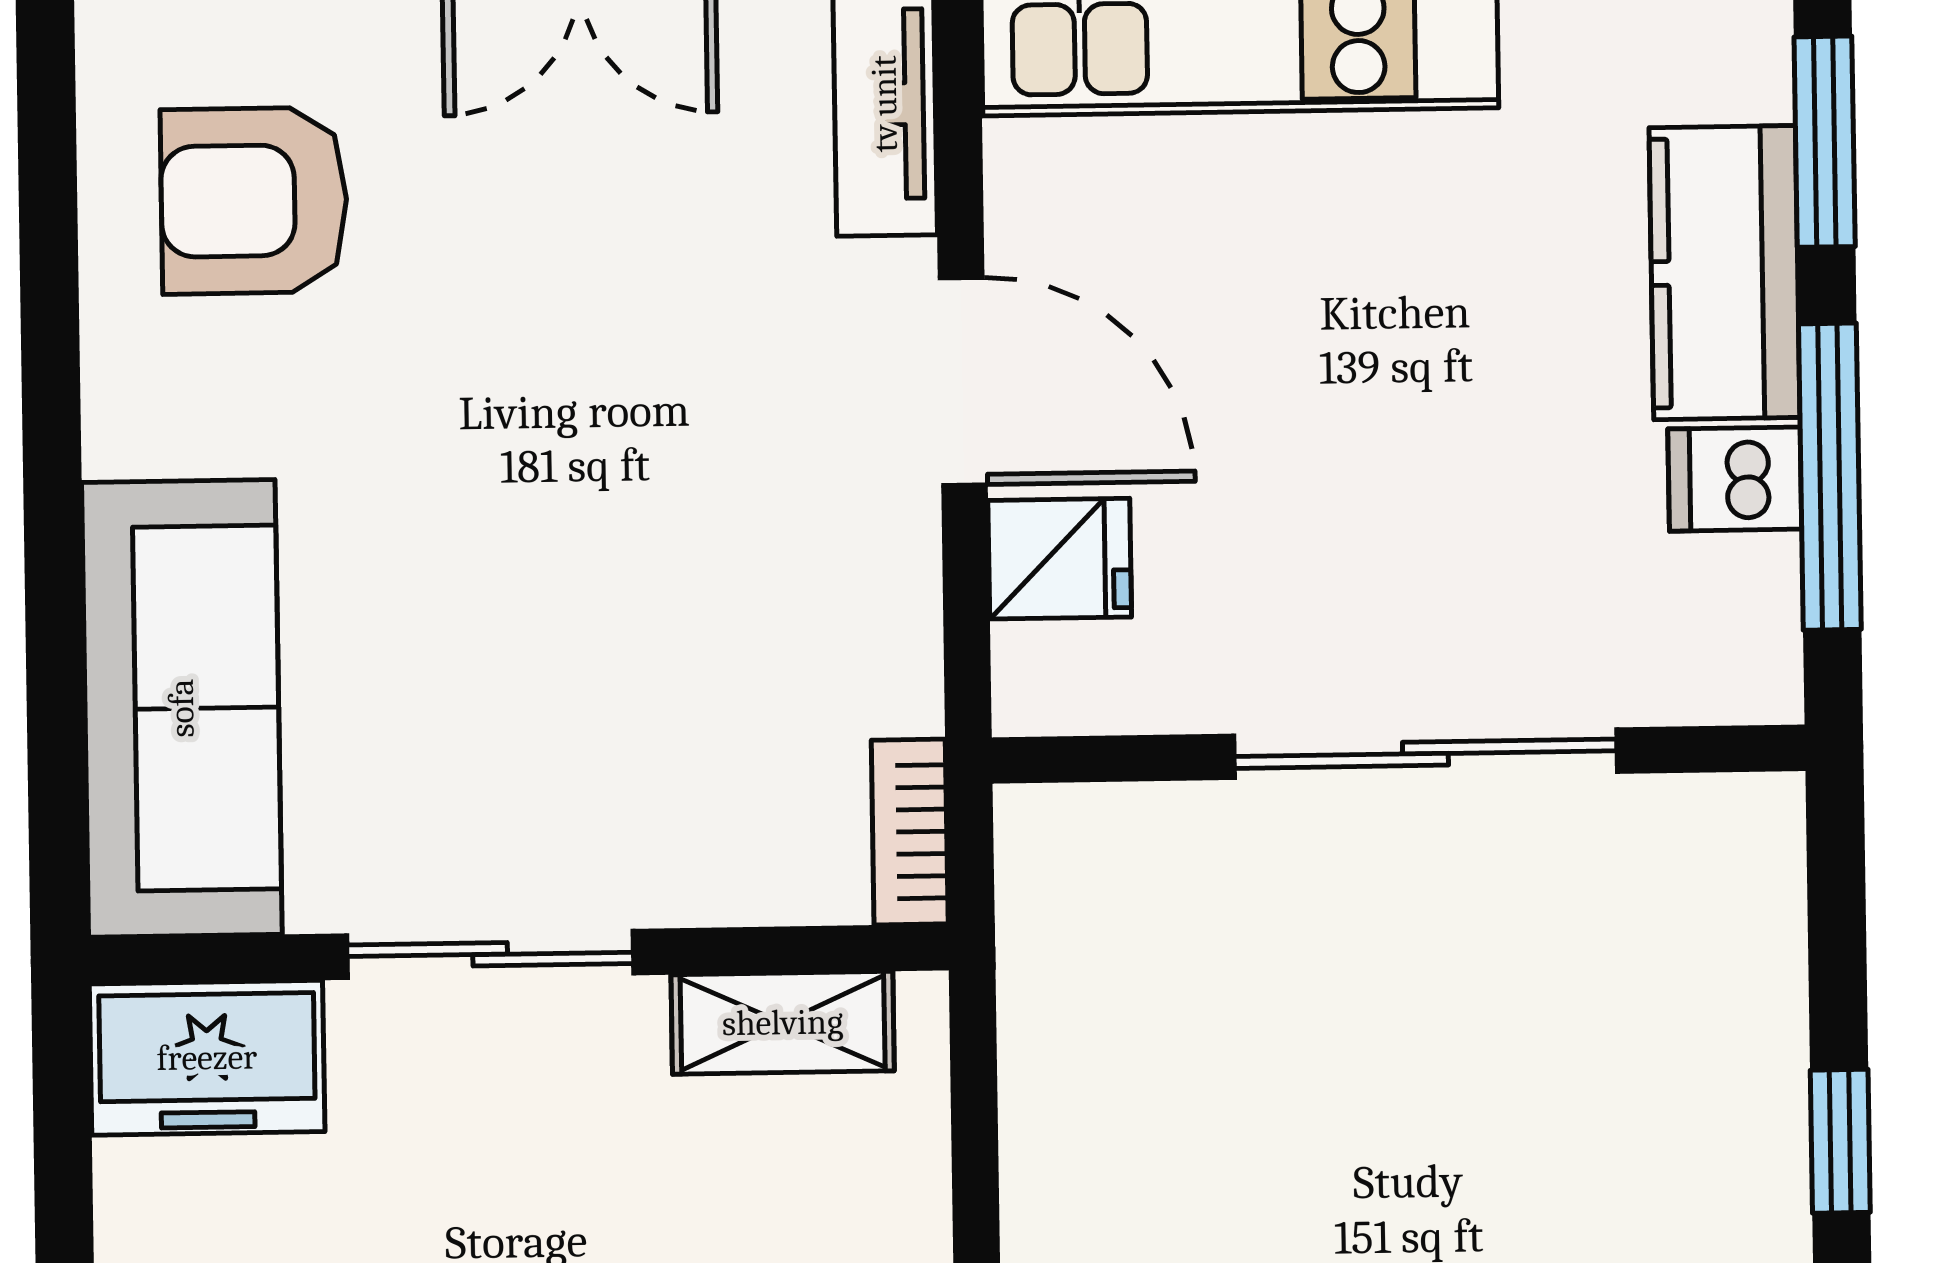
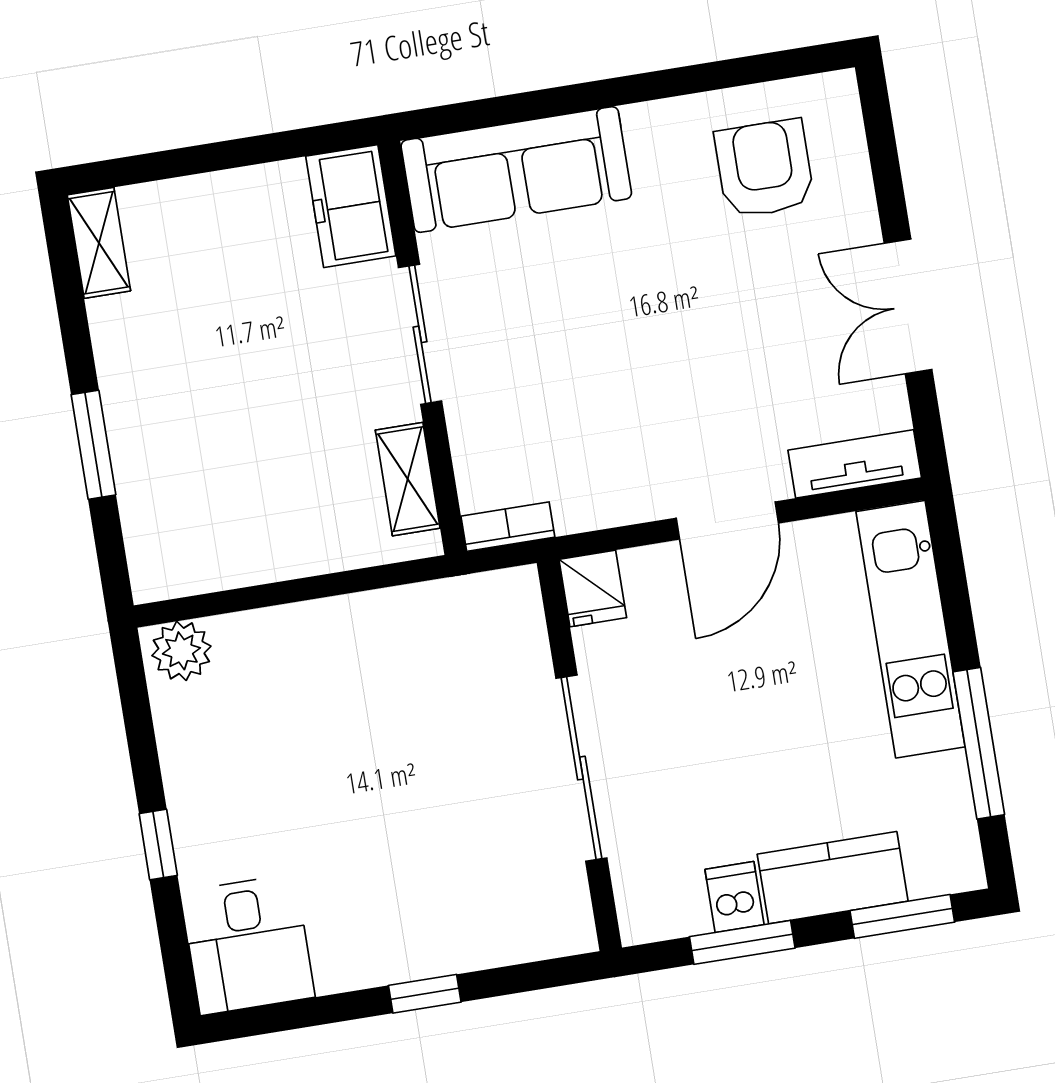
window: (1830, 477) -> (742, 942), width x0.69
fridge: (1060, 559) -> (593, 589), moved

